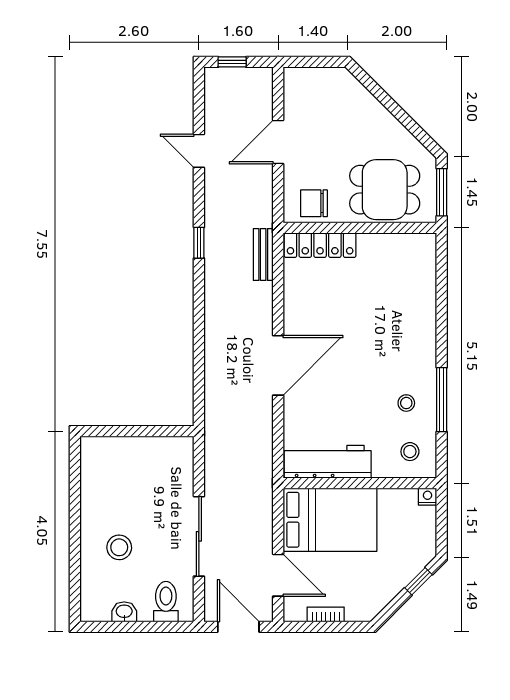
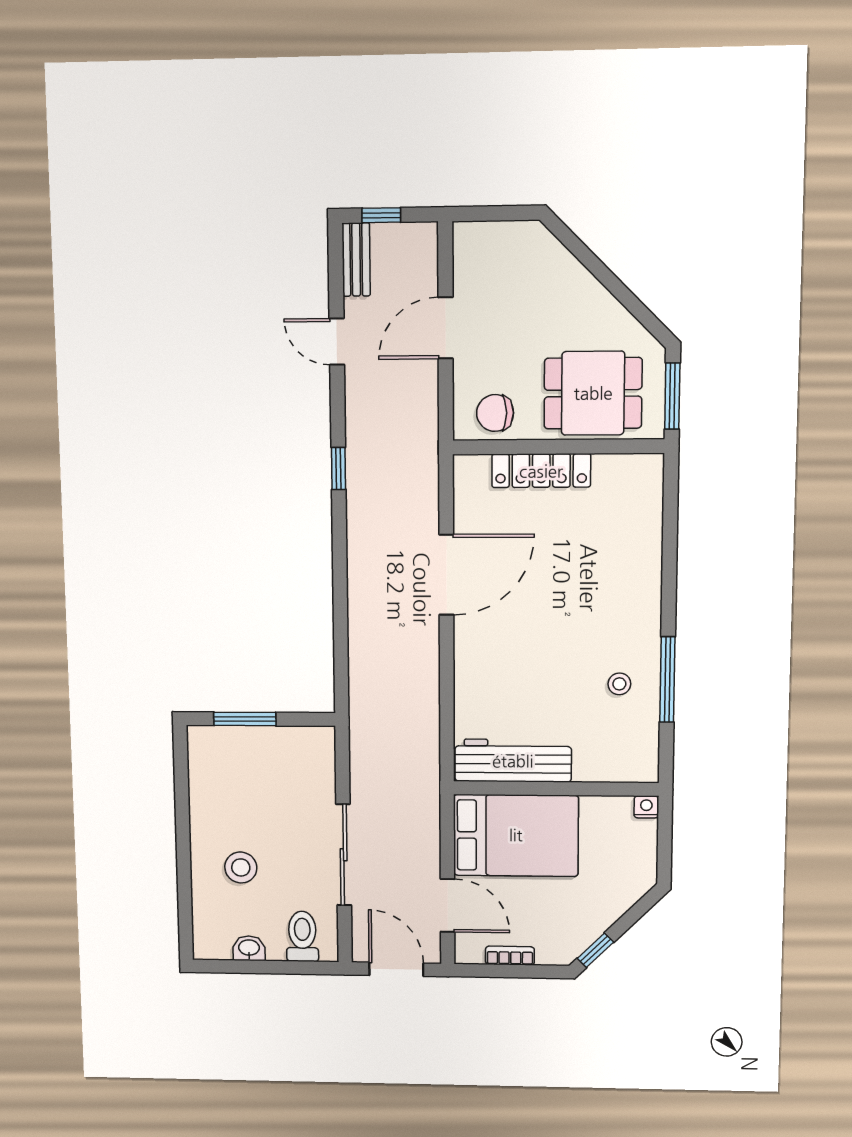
locker: (320, 245) -> (541, 471), moved
bench: (263, 255) -> (356, 260), moved
door: (278, 365) -> (446, 575), moved
window: (125, 431) -> (245, 719), added
stool: (410, 452) -> (623, 748), removed
window: (419, 581) -> (595, 950), moved

